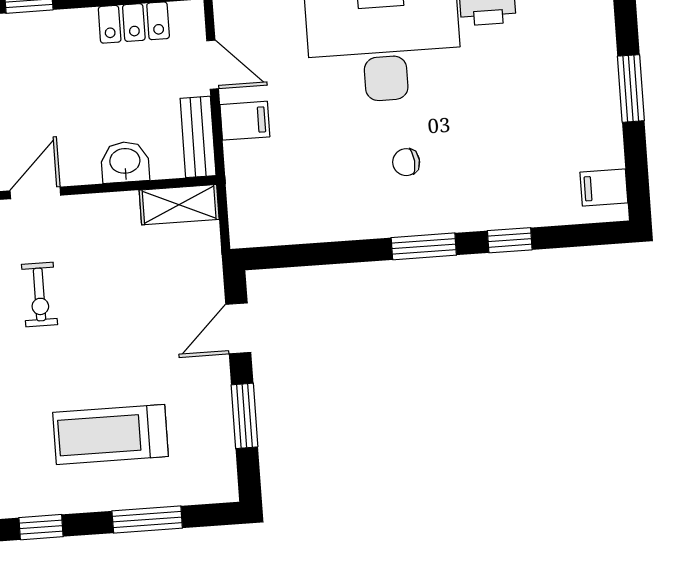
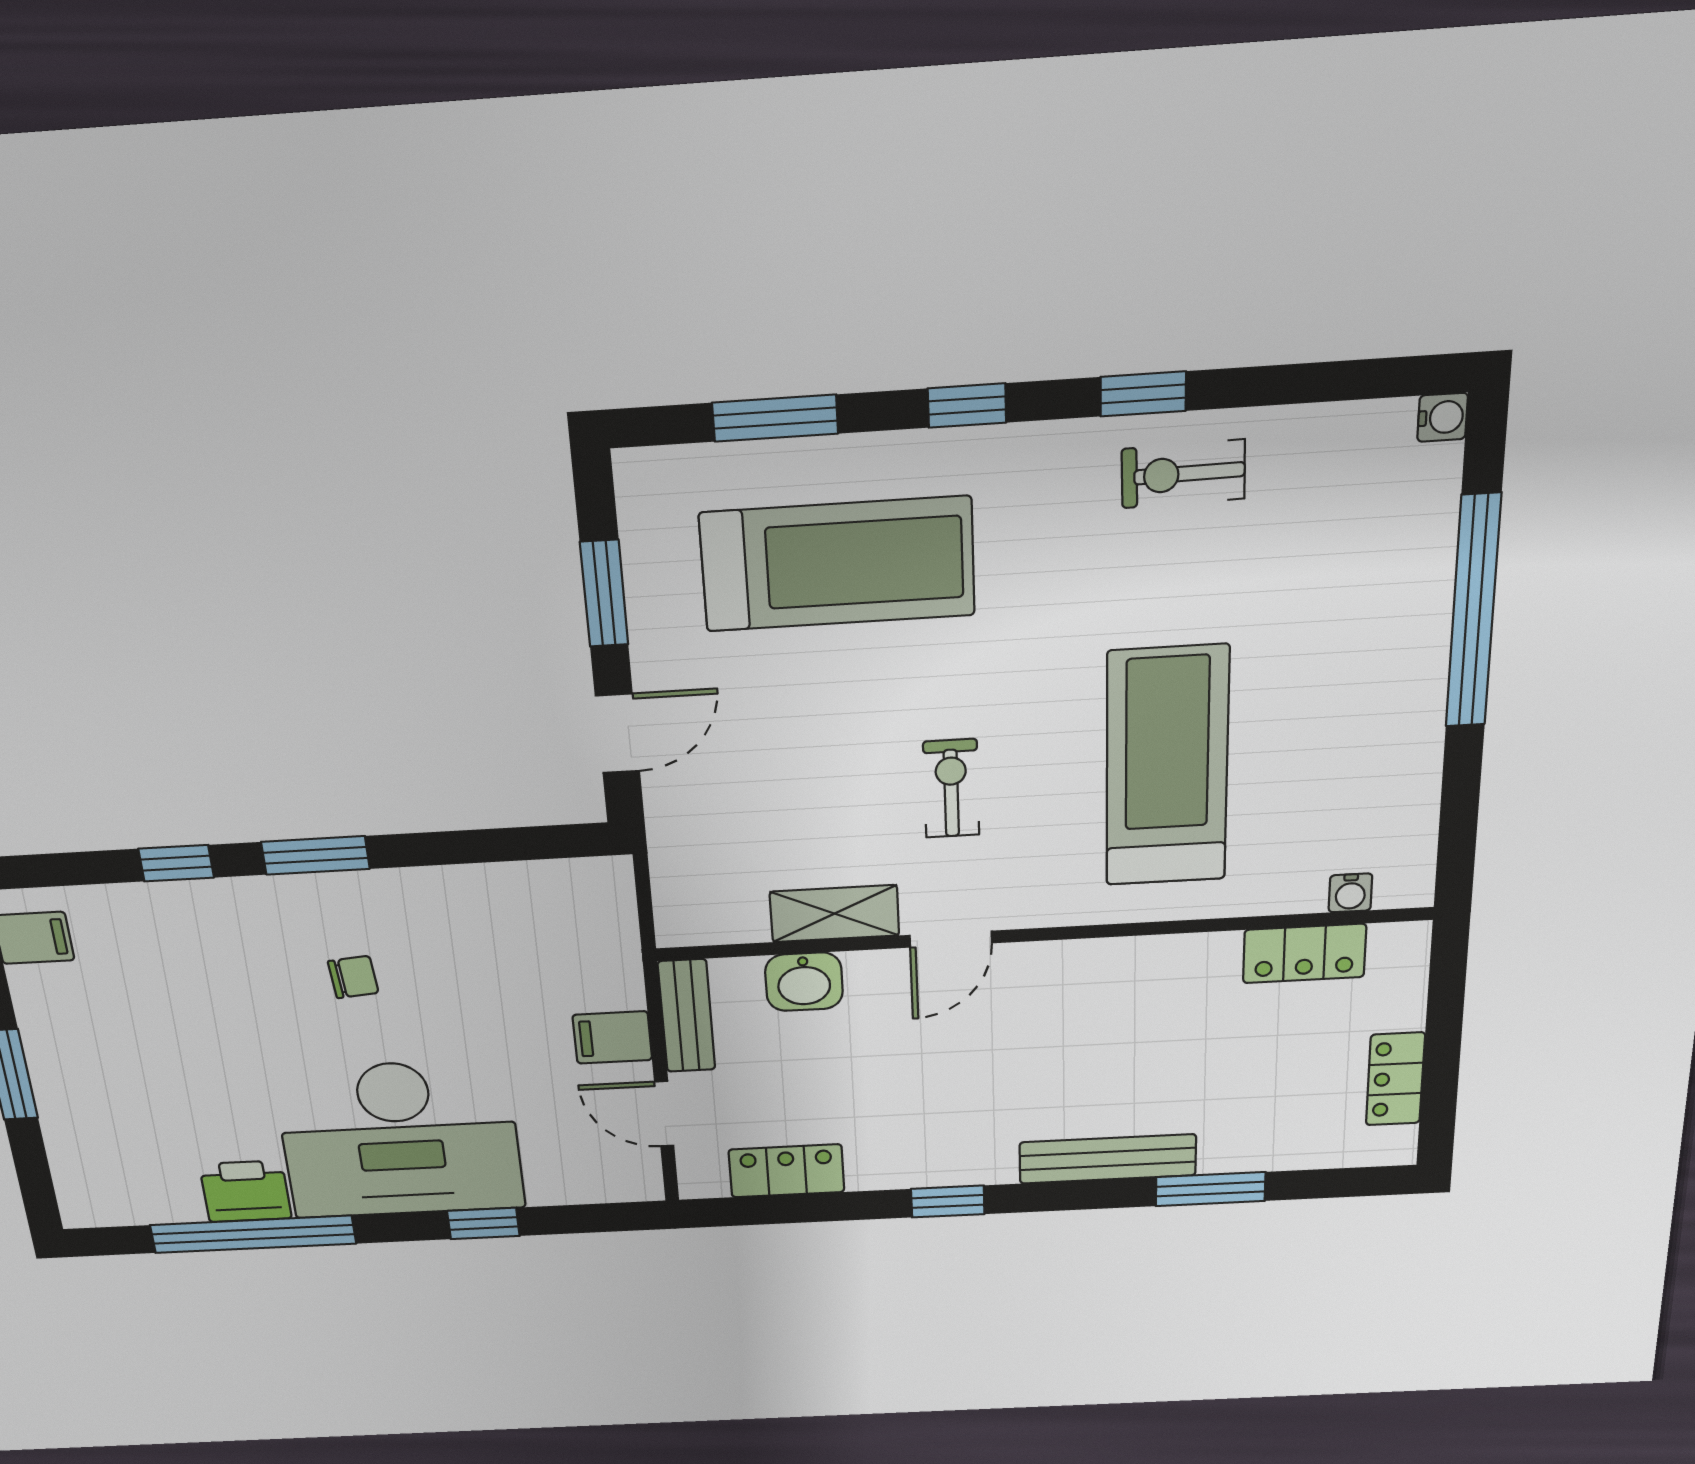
shelving: (179, 205) -> (835, 914), moved
treadmill: (111, 434) -> (837, 564), width x1.37, depth x1.38

